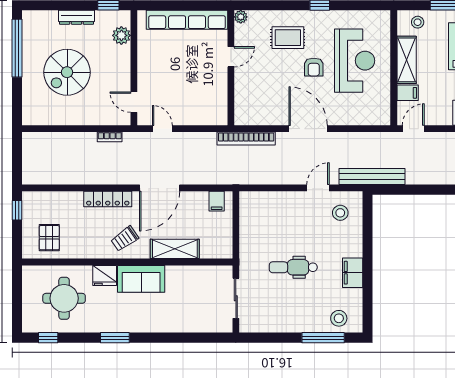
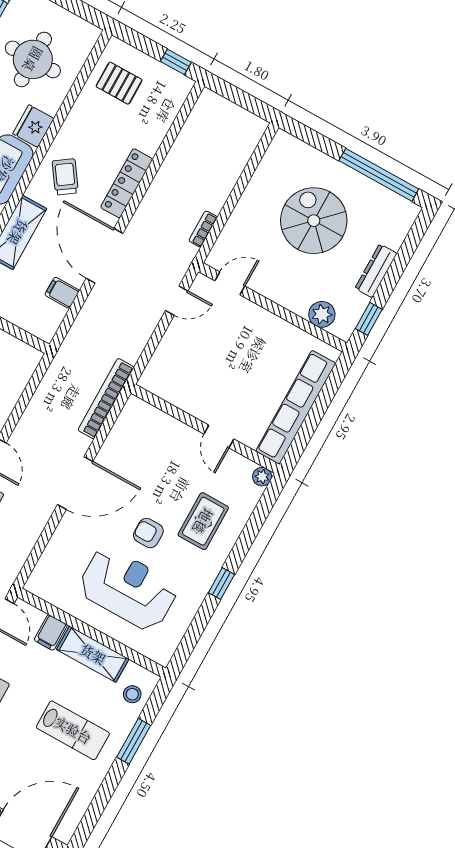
reception desk: (355, 61) -> (128, 589), turned 180
filing cabinet: (217, 201) -> (62, 293), moved

